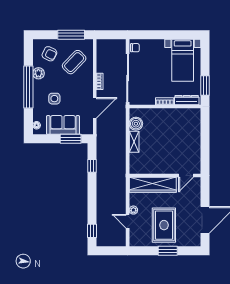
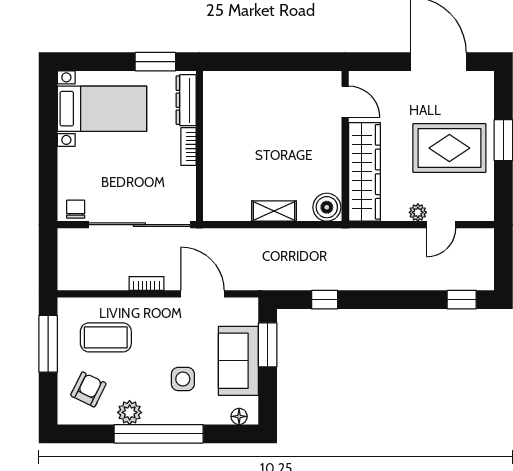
coffee table: (74, 62) -> (106, 337), turned -44
boiler: (136, 124) -> (327, 207), moved

